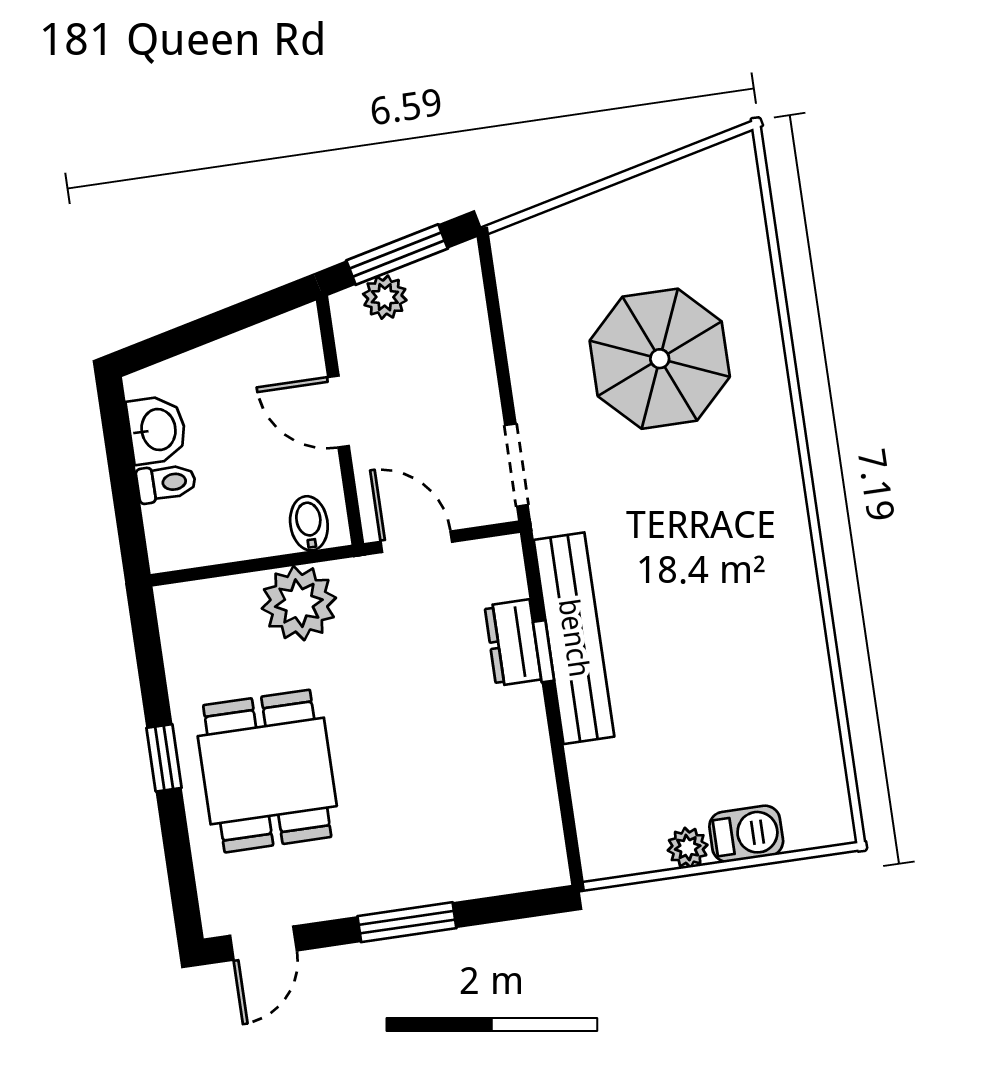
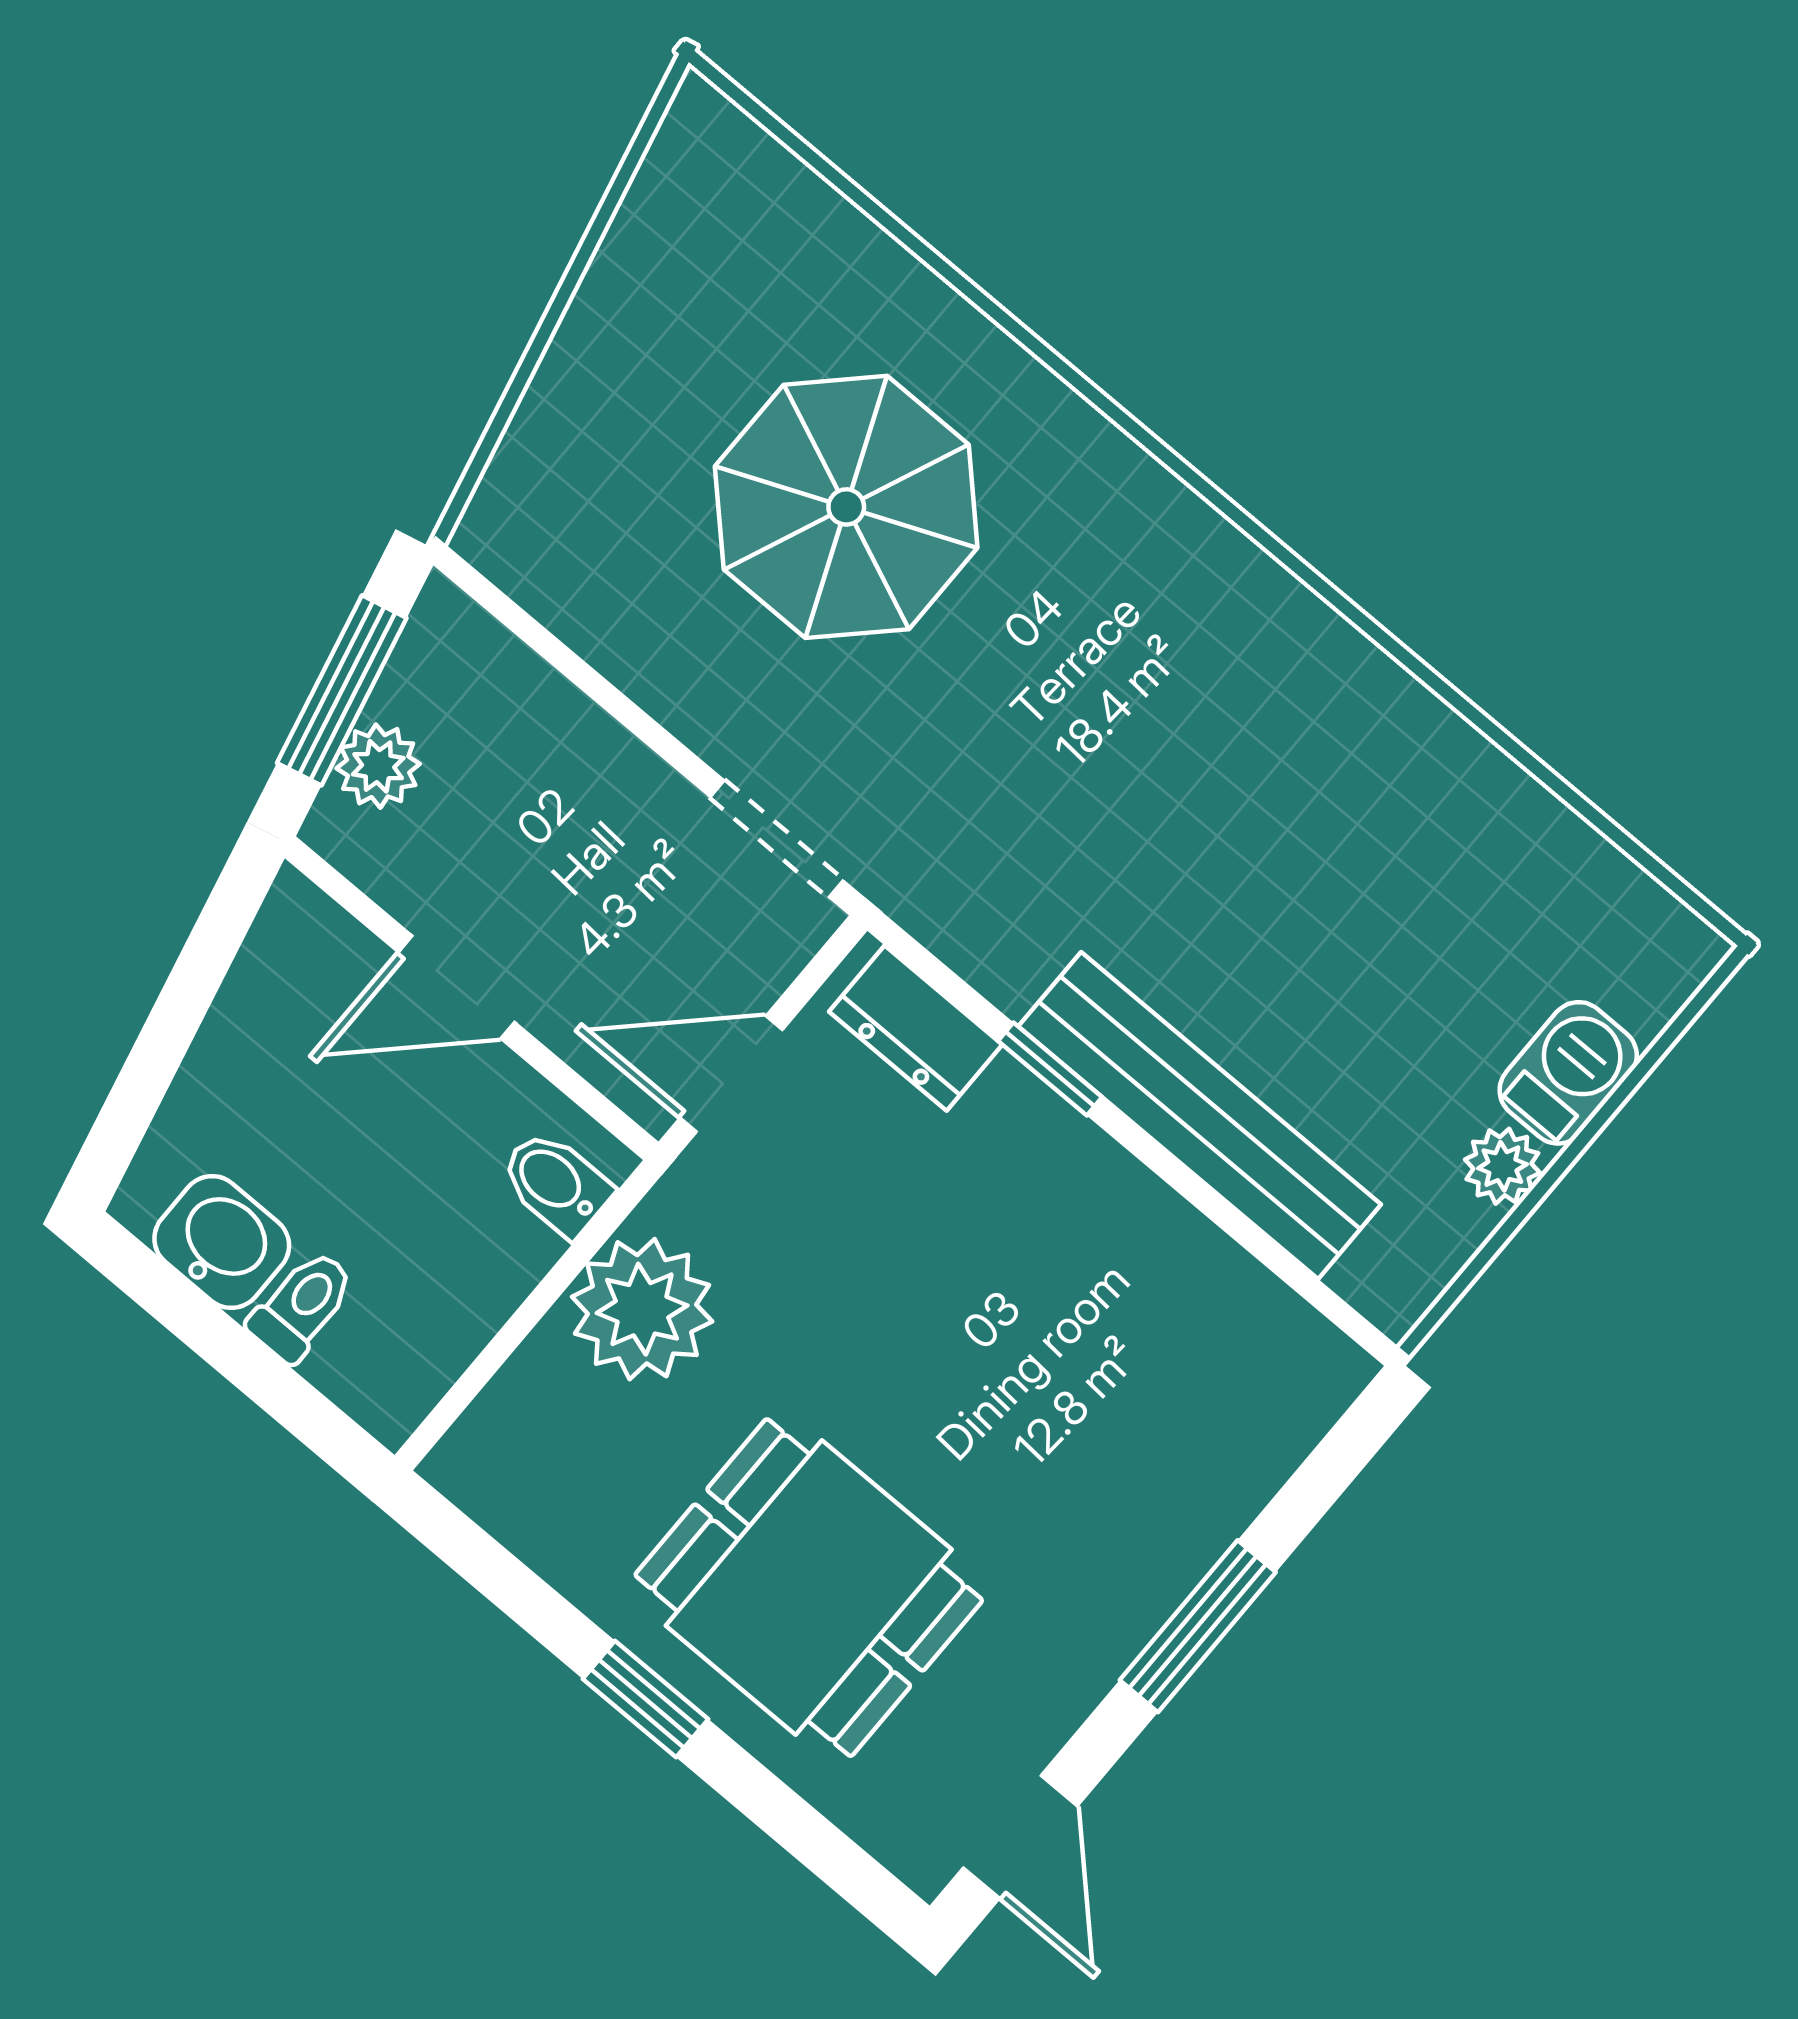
bench: (574, 638) -> (1200, 1115), moved
dresser: (513, 643) -> (916, 1028), moved

